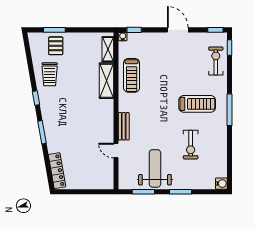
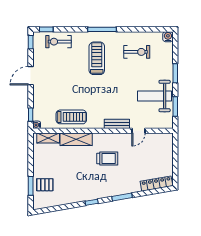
trolley: (50, 74) -> (107, 159), moved
exercise bike: (191, 145) -> (137, 52), moved

